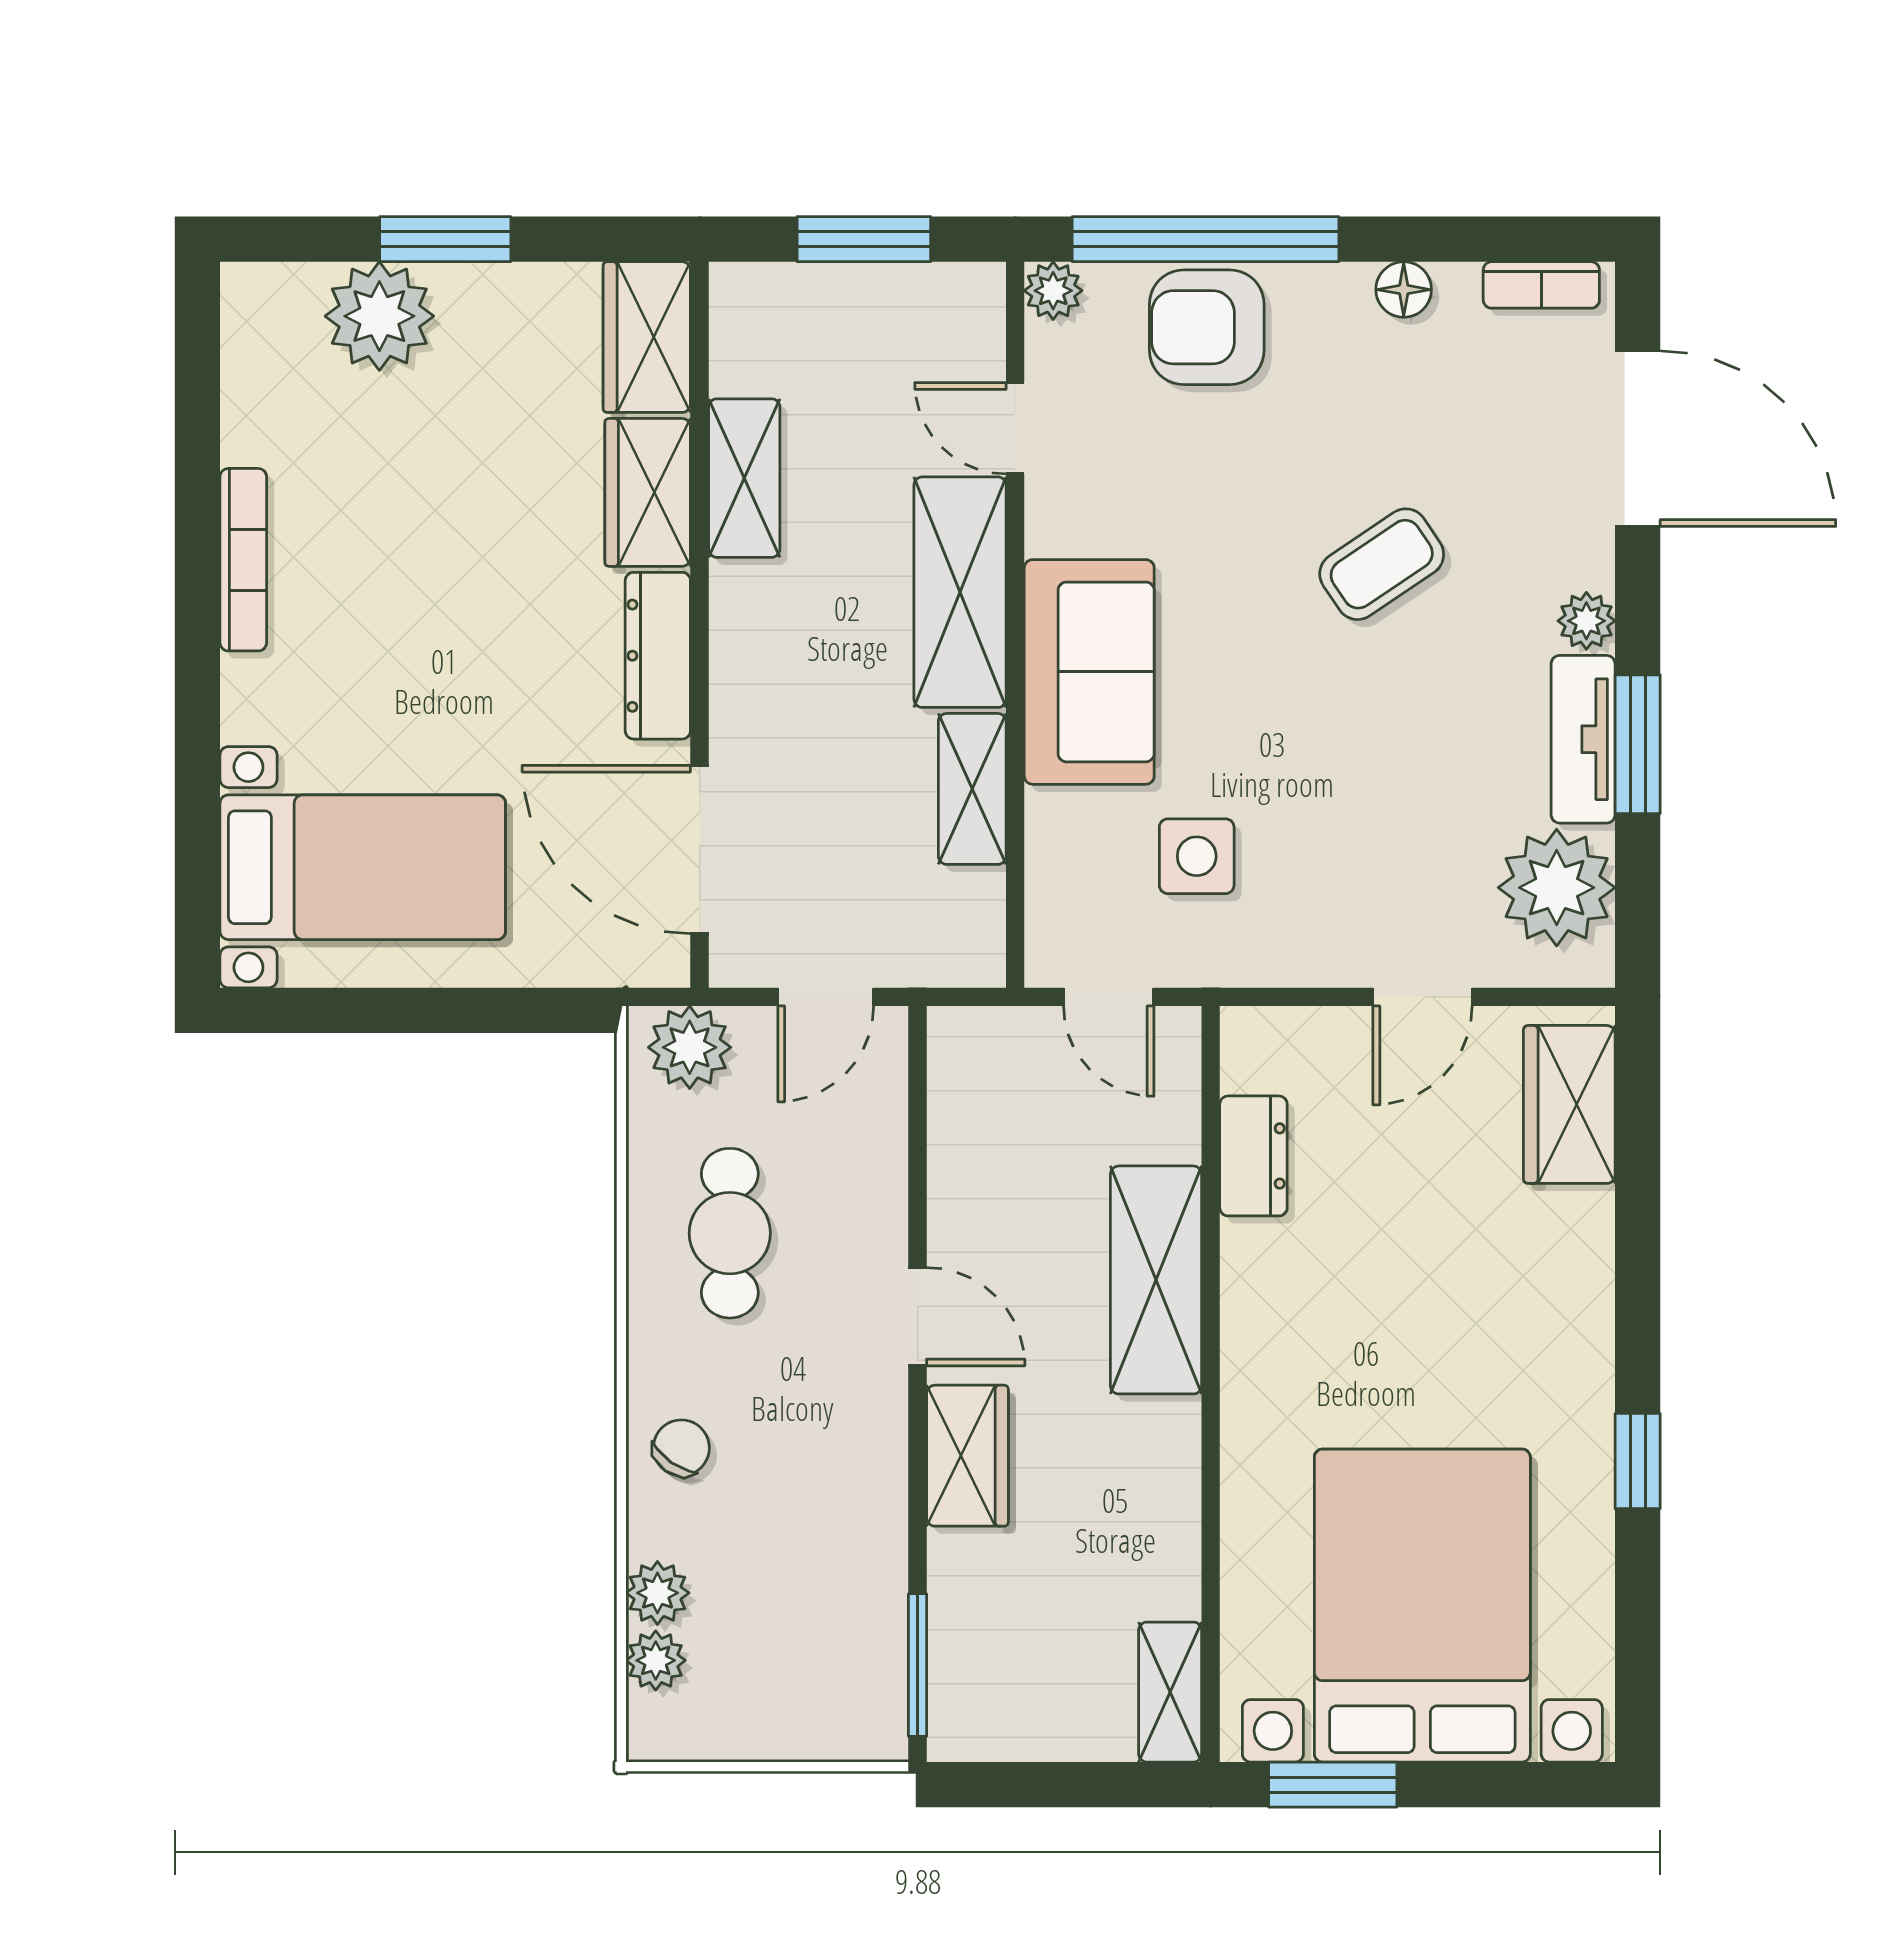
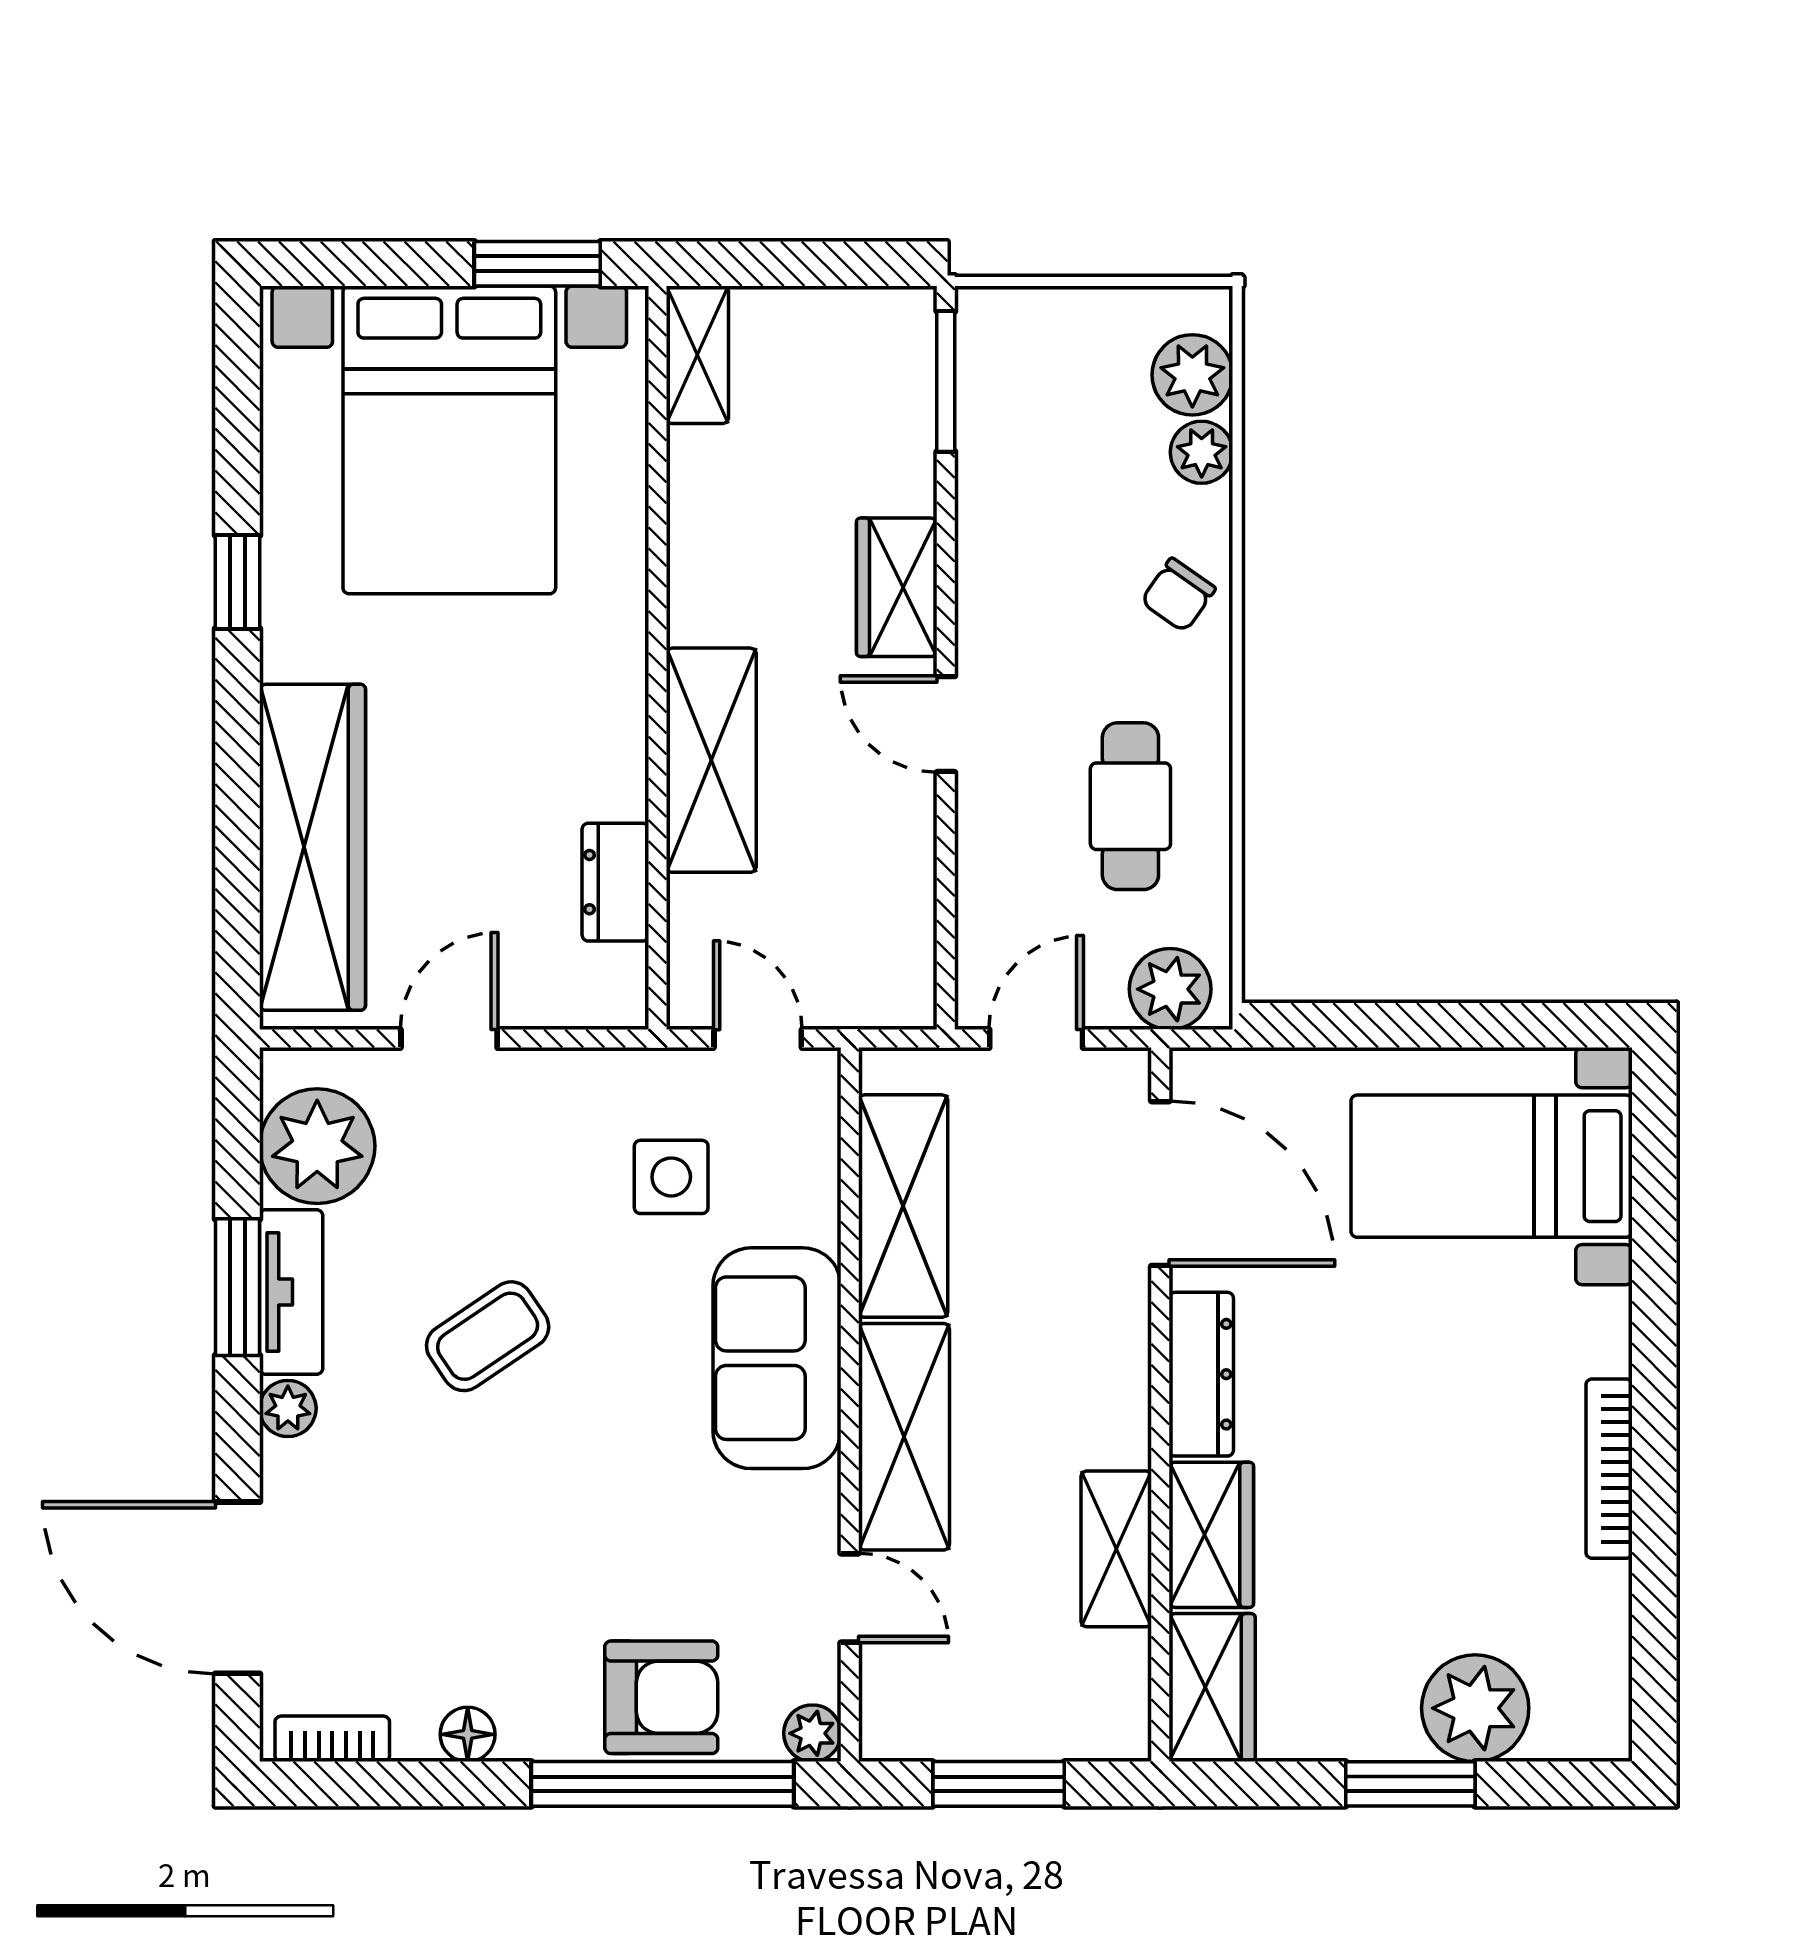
coffee table: (1382, 564) -> (488, 1336), moved
shelving: (972, 789) -> (903, 1206), width x1.50, depth x1.33
wardrobe: (1569, 1104) -> (312, 847), width x2.10, depth x1.17
plant: (656, 1660) -> (1192, 375), width x1.38, depth x1.38

